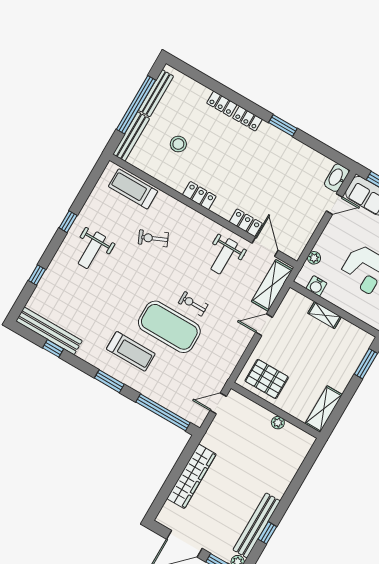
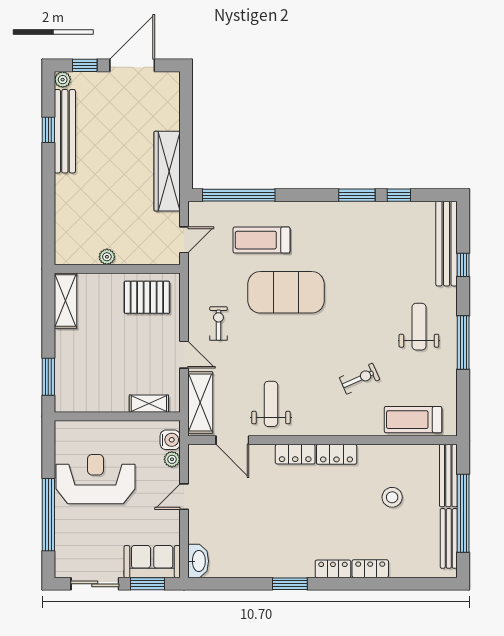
treadmill: (133, 189) -> (413, 420), turned 180
door: (334, 204) -> (184, 497), moved
window: (68, 222) -> (463, 343), width x2.17
locker: (246, 223) -> (295, 454), moved
water cooler: (316, 286) -> (170, 440), moved, turned 90
exercise bike: (193, 304) -> (218, 323), moved, turned -90
shelving: (325, 315) -> (149, 404), moved
door: (264, 325) -> (184, 355), hinge flipped
bench: (49, 331) -> (447, 244), moved, turned 90
treadmill: (131, 351) -> (262, 240), moved
window: (109, 381) -> (357, 195), moved
wardrobe: (191, 476) -> (167, 171), moved

